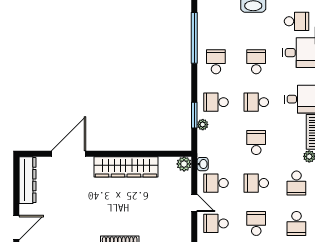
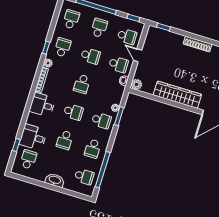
school desk: (216, 21) -> (84, 177), added
school desk: (296, 21) -> (28, 159), turned 90
school desk: (256, 223) -> (99, 28), turned 180

